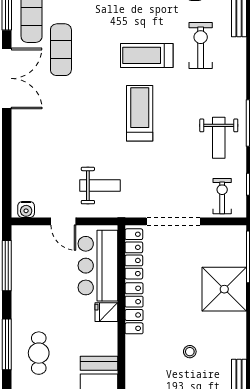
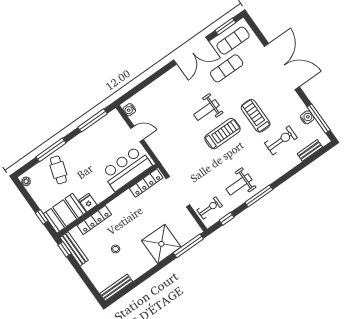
weight bench: (100, 186) -> (206, 110), moved, turned 90
door: (63, 221) -> (137, 134), swing flipped
locker: (134, 308) -> (94, 220), moved
fridge: (106, 312) -> (88, 203), moved
cafe table: (39, 353) -> (58, 170), turned -72

